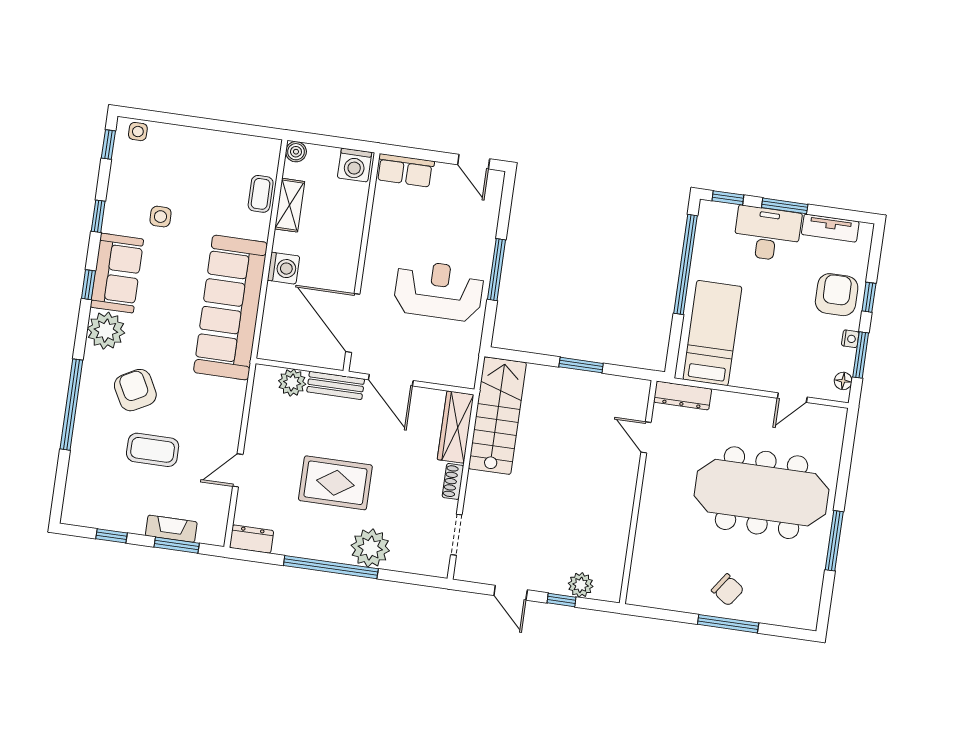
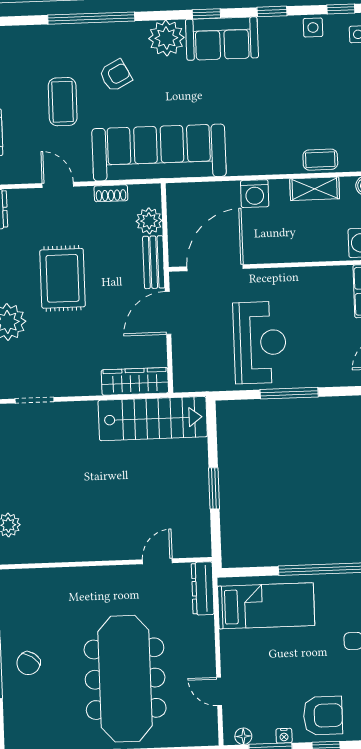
side table: (160, 217) -> (313, 27), moved
sofa: (231, 308) -> (159, 152), moved
armchair: (135, 390) -> (116, 75), width x0.72, depth x0.72
shoe rack: (453, 481) -> (111, 193), moved, turned 180

